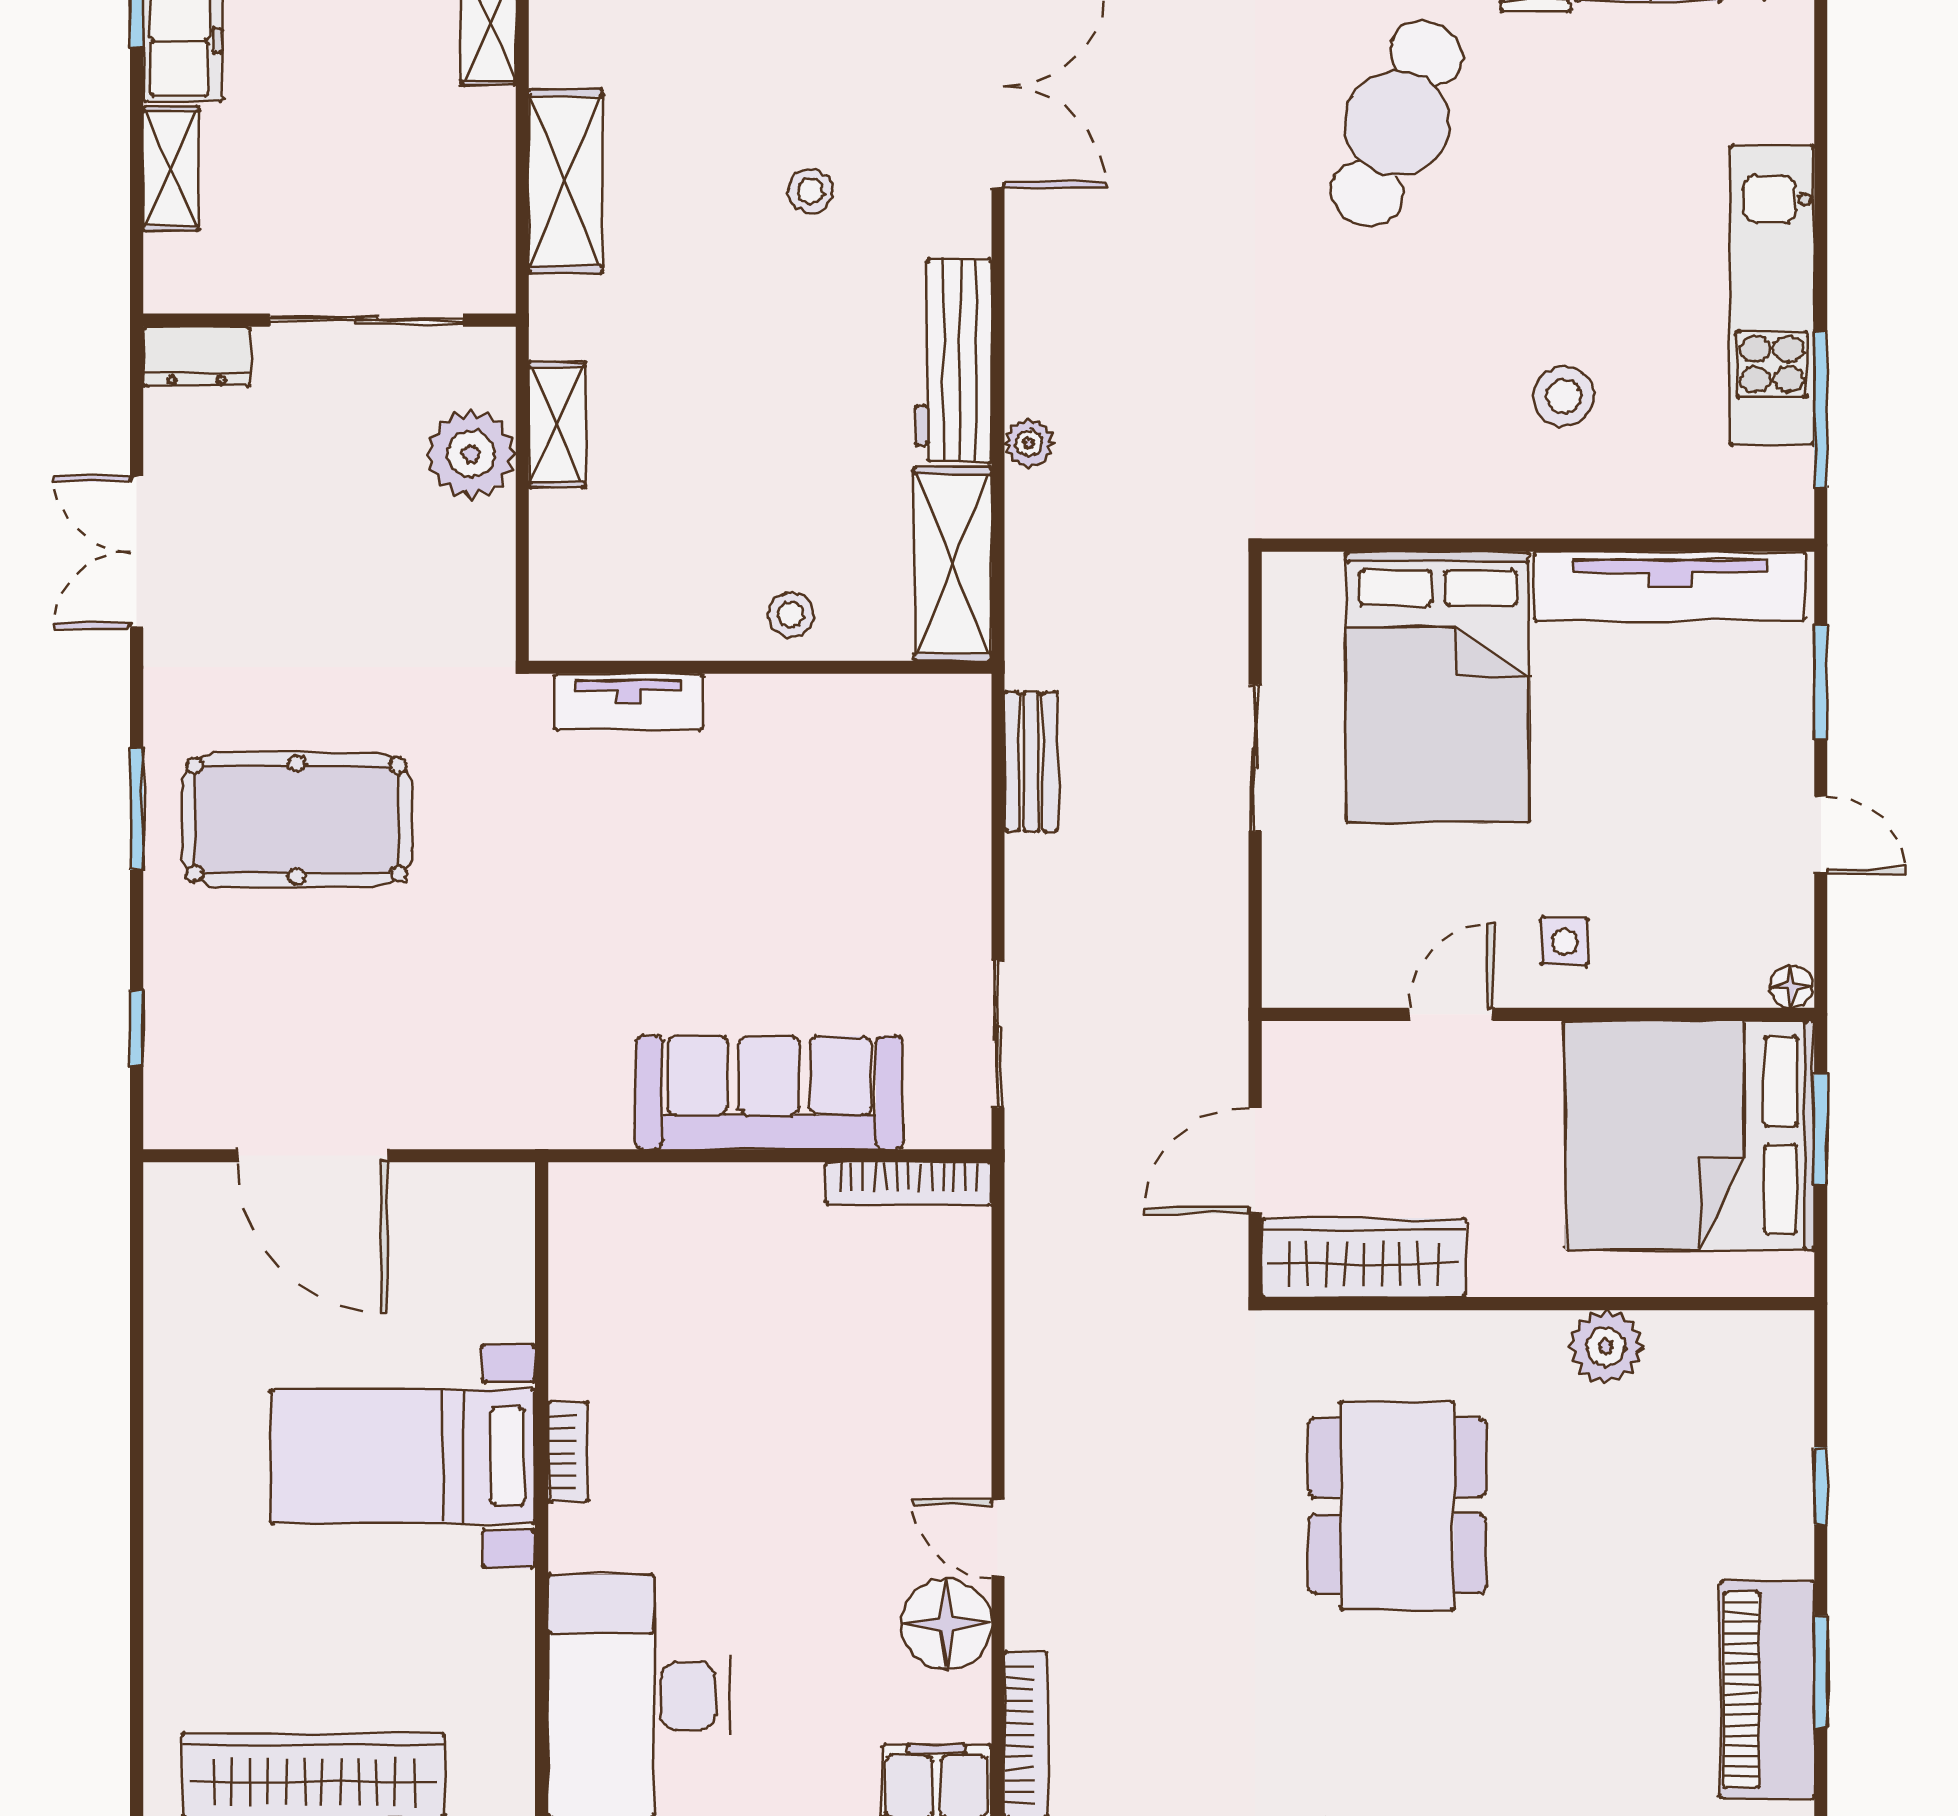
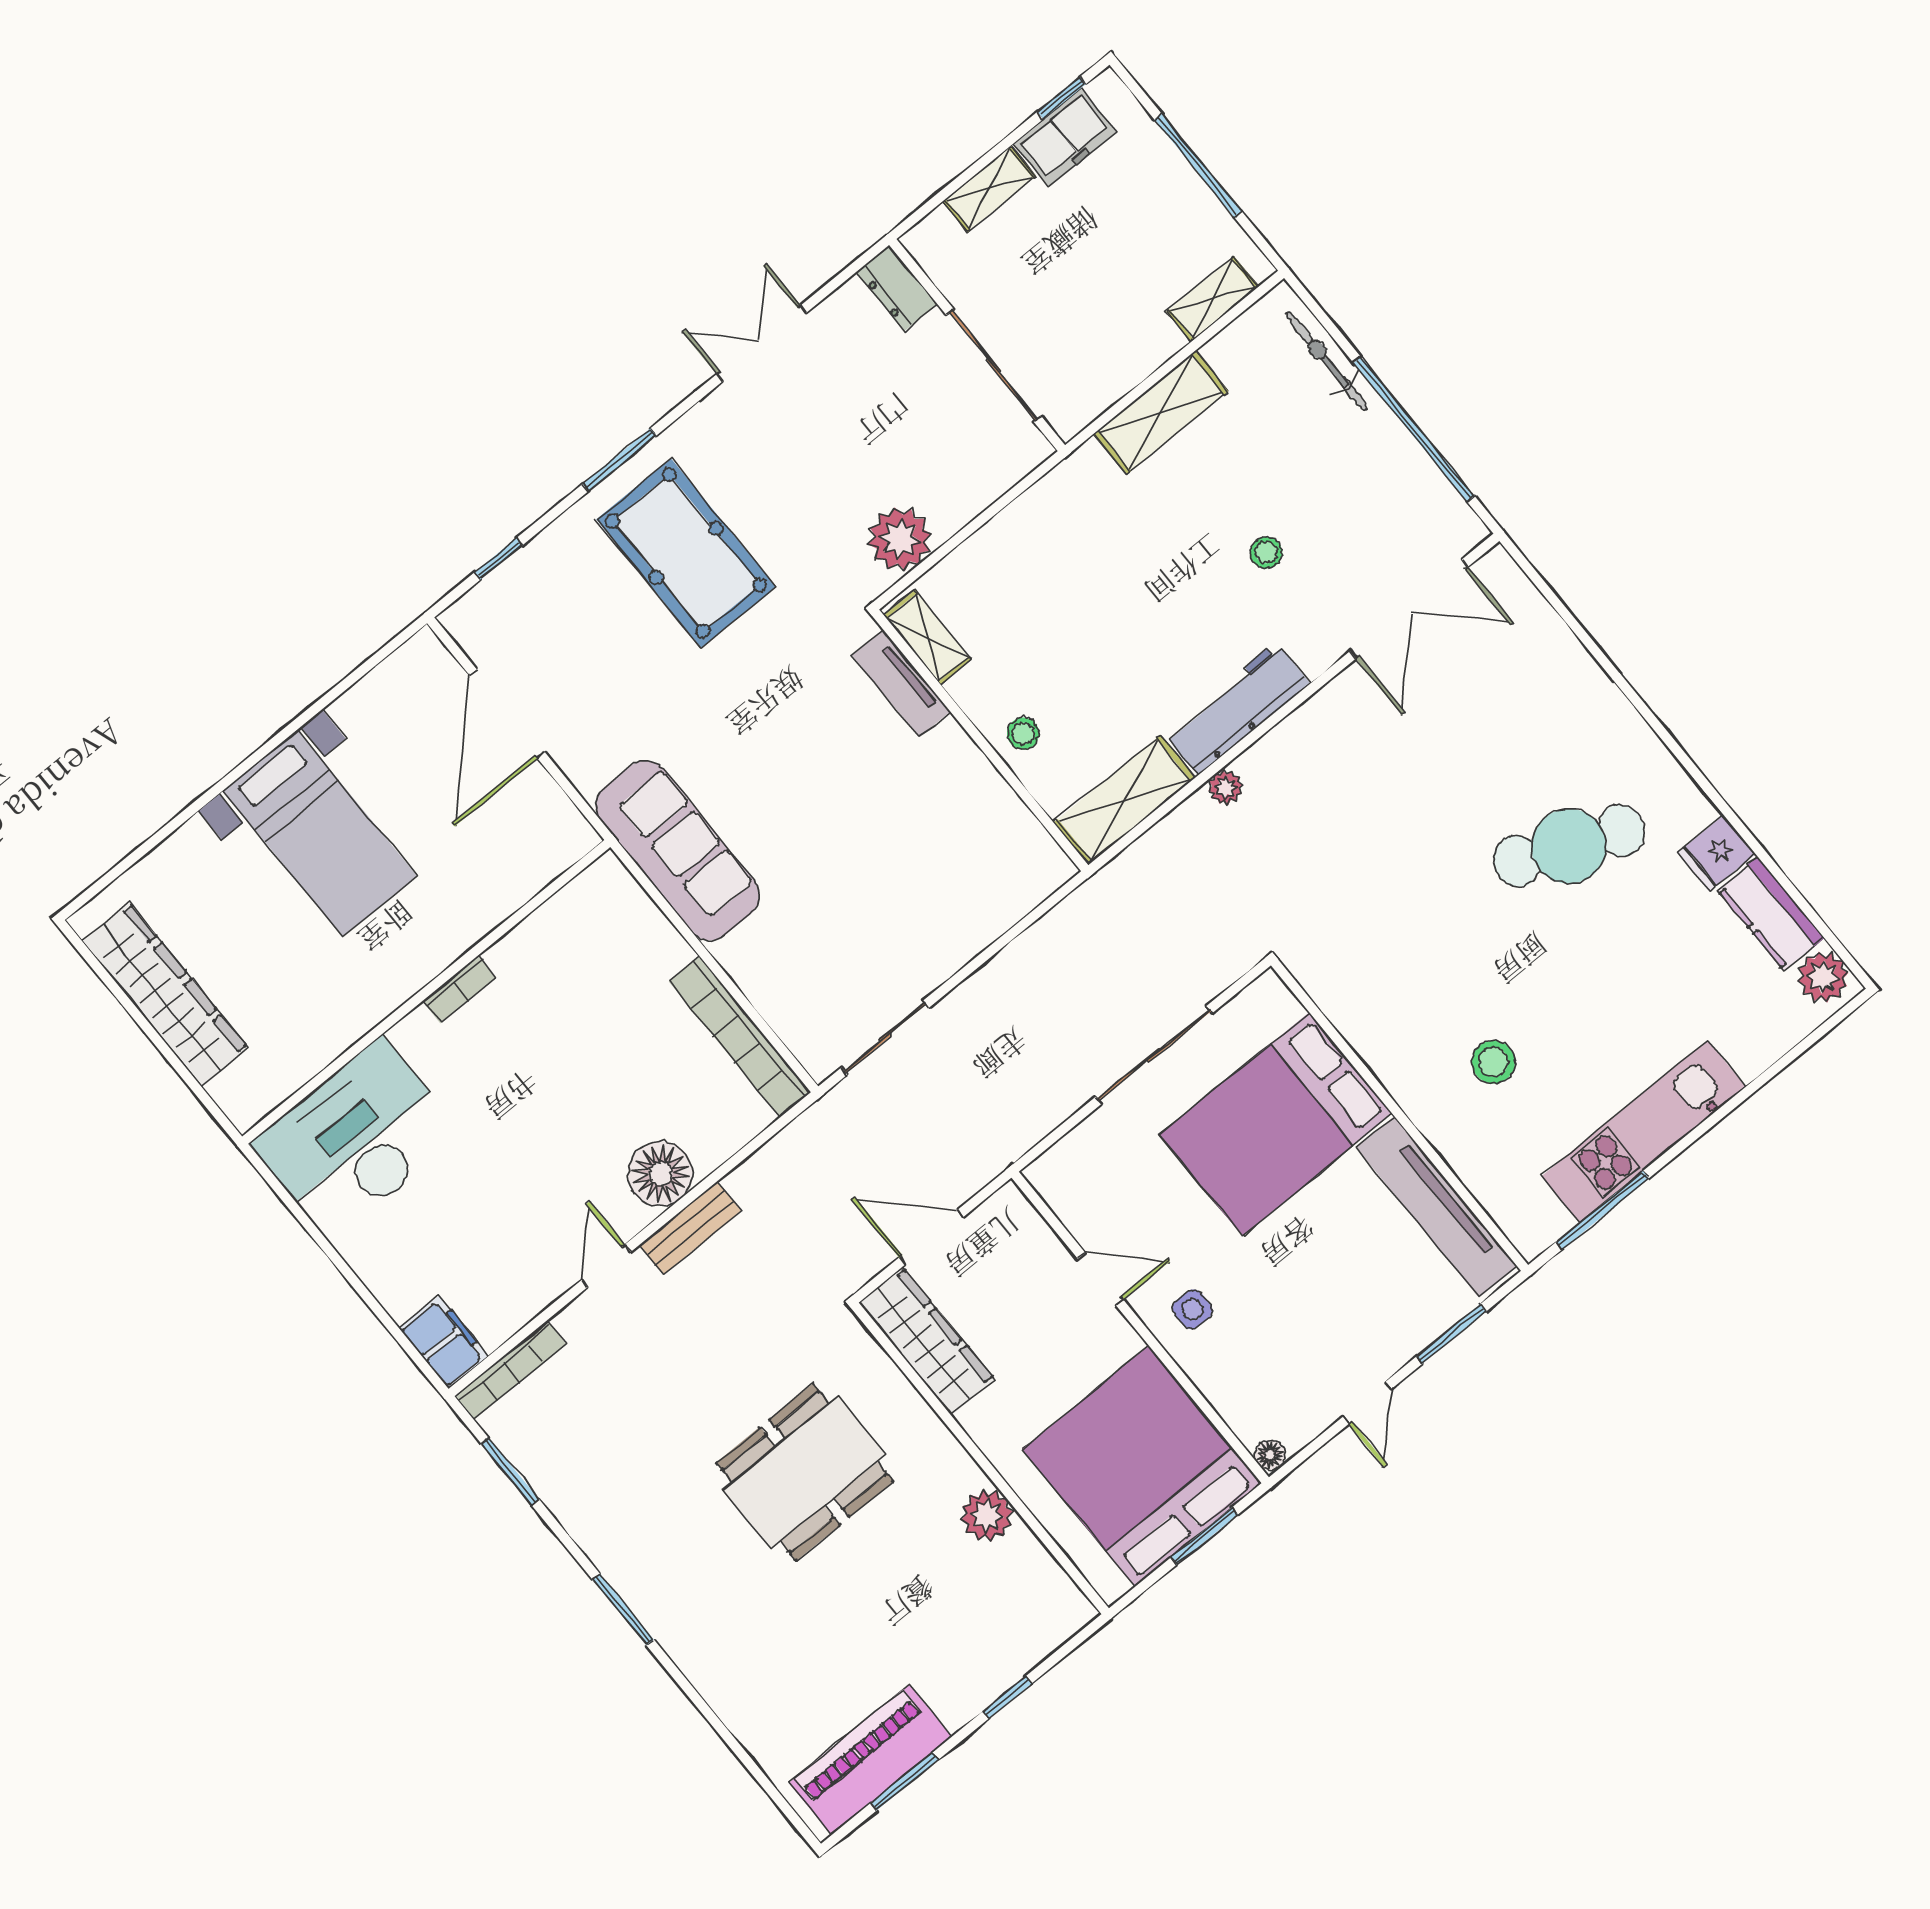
shelving: (557, 425) -> (928, 637), moved, turned 90
plant: (471, 454) -> (900, 539), moved
sliding door: (1255, 758) -> (1154, 1055), width x1.37
bench: (1031, 762) -> (690, 1228), moved
sofa: (769, 1093) -> (678, 851), moved
bookcase: (908, 1183) -> (740, 1037), width x1.48, depth x1.31
bed with nightstands: (403, 1456) -> (320, 833), moved, turned 180
floor lamp: (946, 1624) -> (661, 1174), moved

